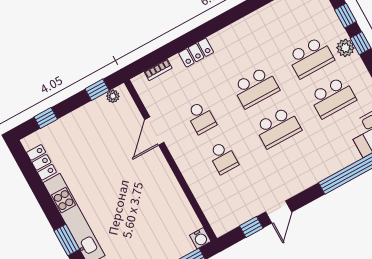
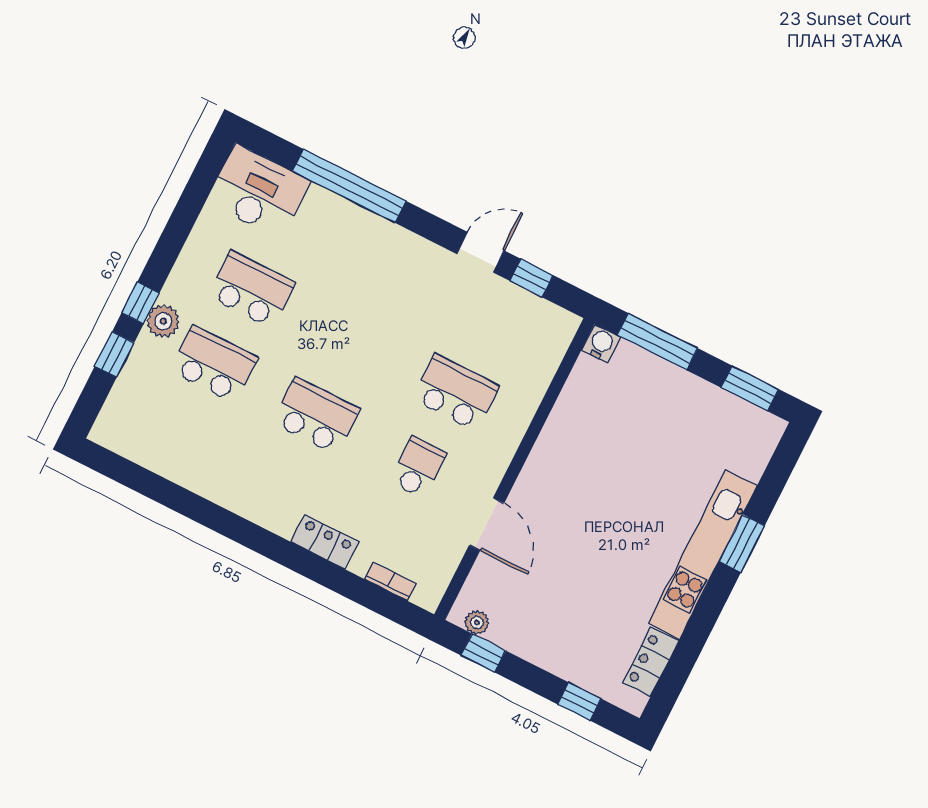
school desk: (278, 128) -> (354, 341), removed
door: (154, 131) -> (487, 524), hinge flipped
school desk: (223, 158) -> (456, 393), width x1.85

